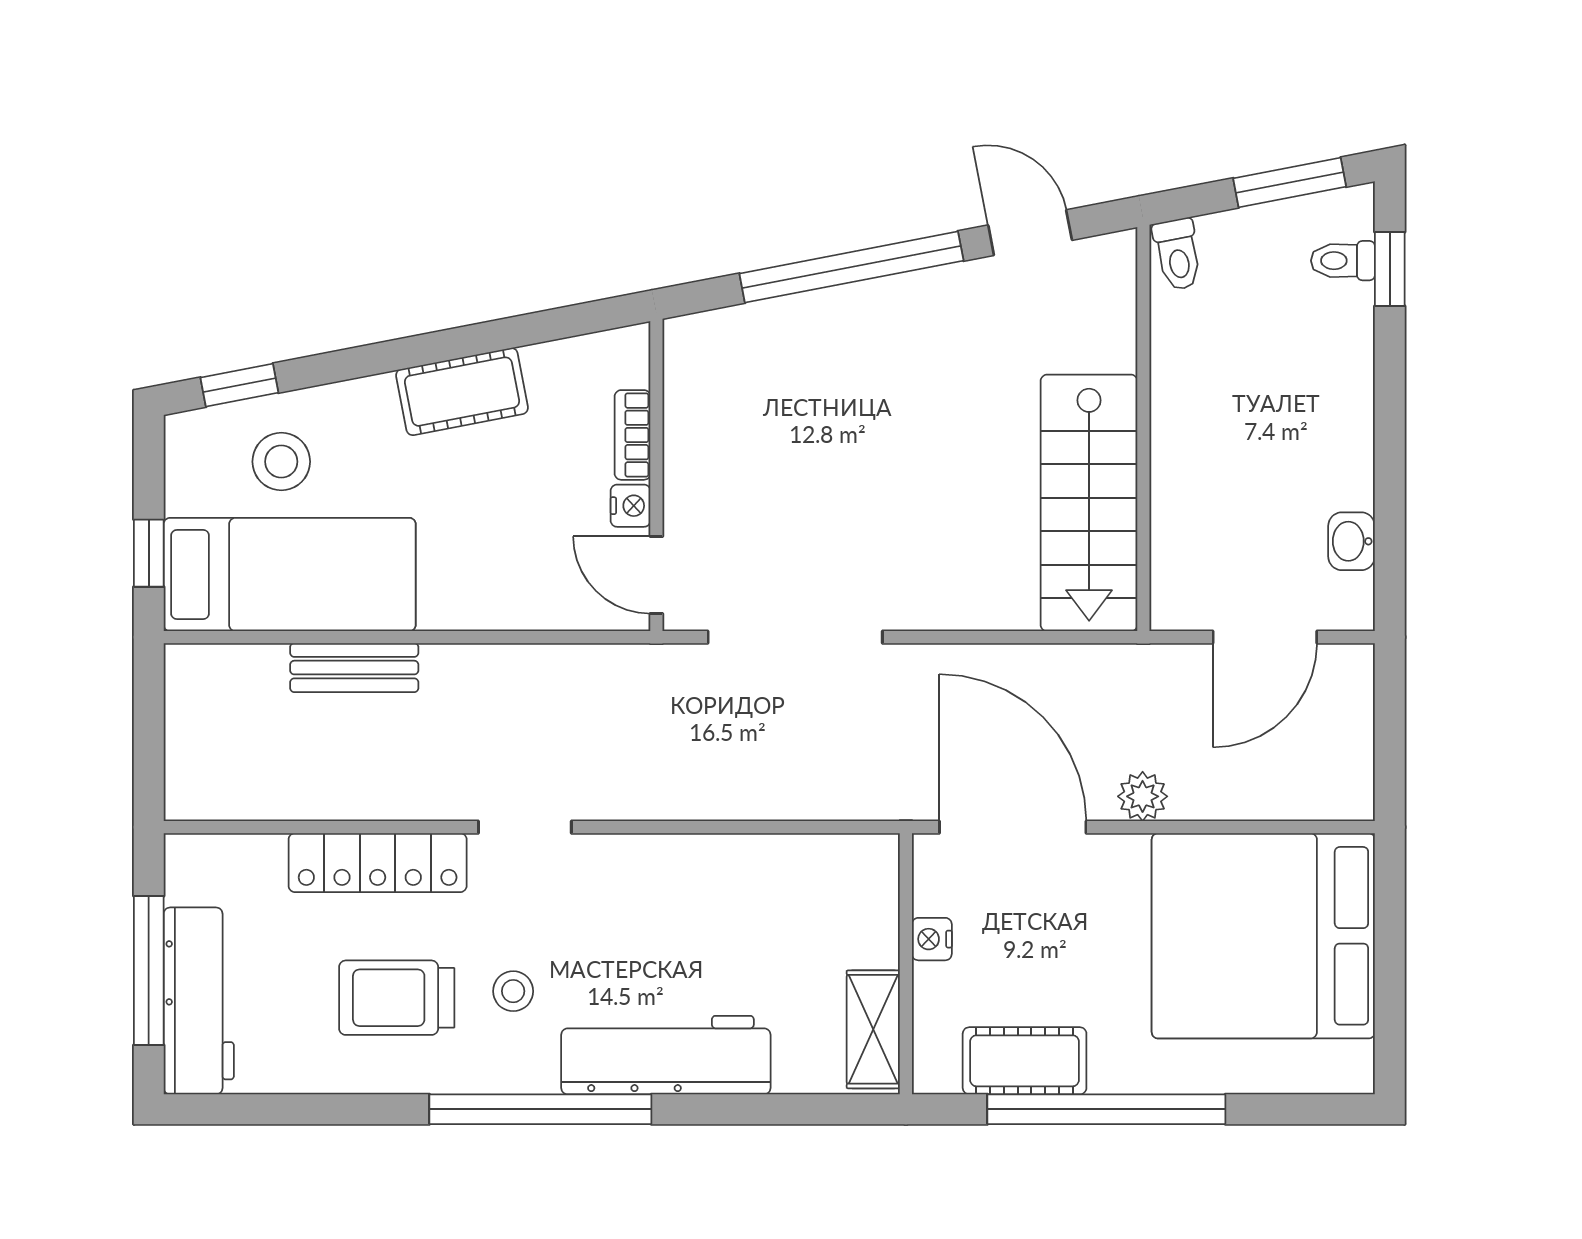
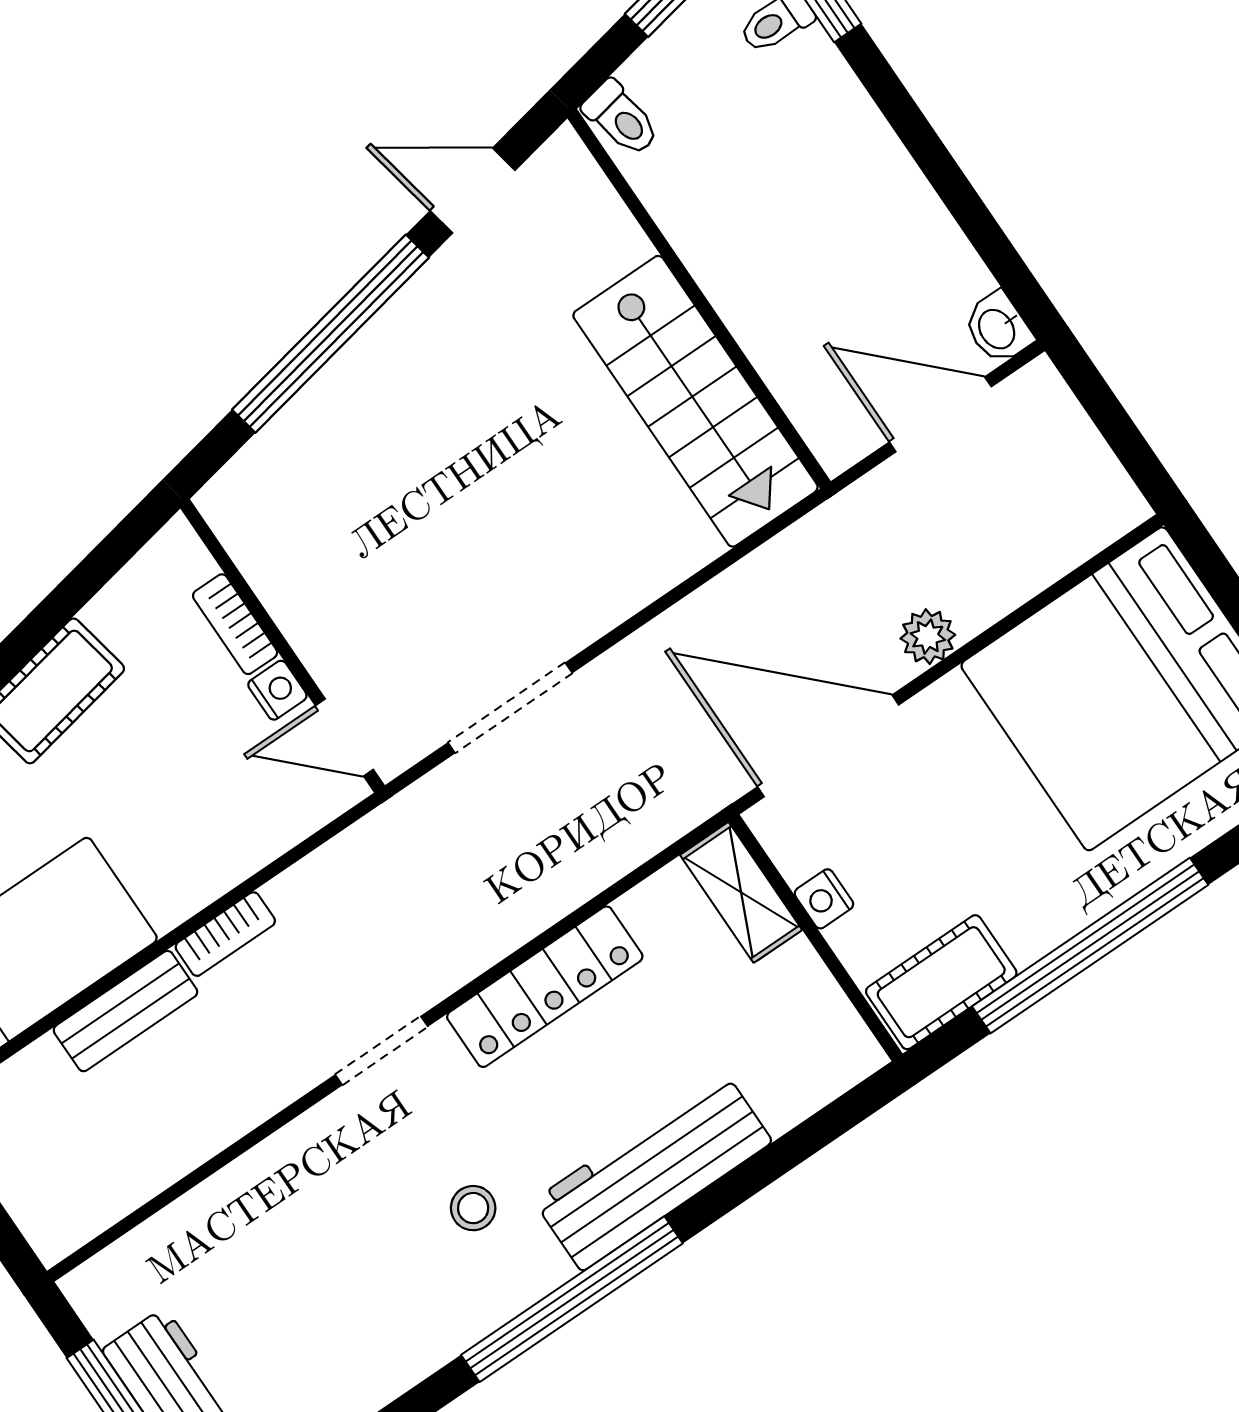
washbasin: (1352, 541) -> (998, 328), moved
doorway: (795, 637) -> (510, 708), width x0.73
door: (1265, 637) -> (940, 414), swing flipped
bookcase: (468, 661) -> (225, 934), added
locker: (378, 863) -> (545, 987), moved
trolley: (397, 998) -> (371, 1287), removed
shelving: (873, 1029) -> (741, 892), moved
cot: (1025, 1061) -> (941, 982), moved

